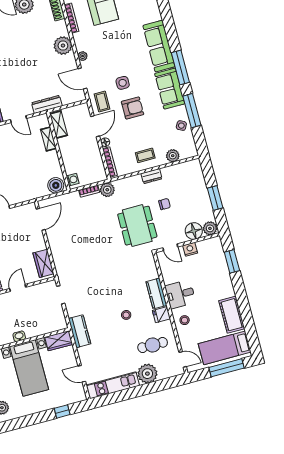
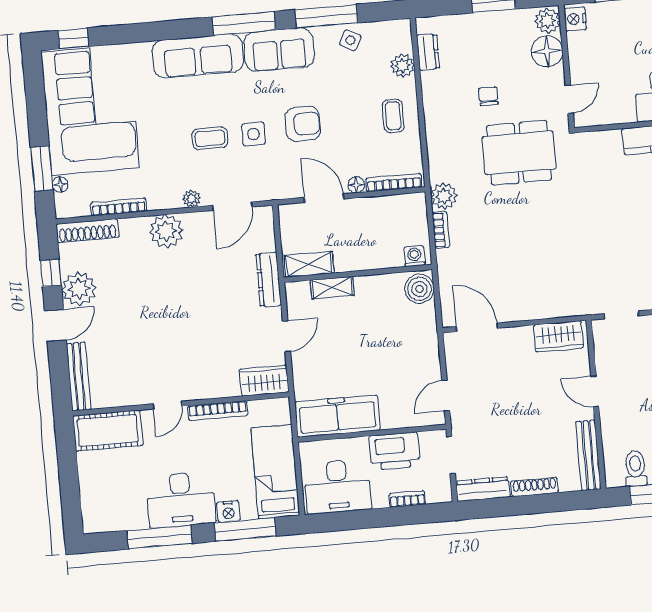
coffee table: (102, 102) -> (210, 138), moved
armchair: (133, 108) -> (303, 124), turned 90
dresser: (151, 176) -> (428, 52), moved
nightstand: (190, 249) -> (575, 19), moved

